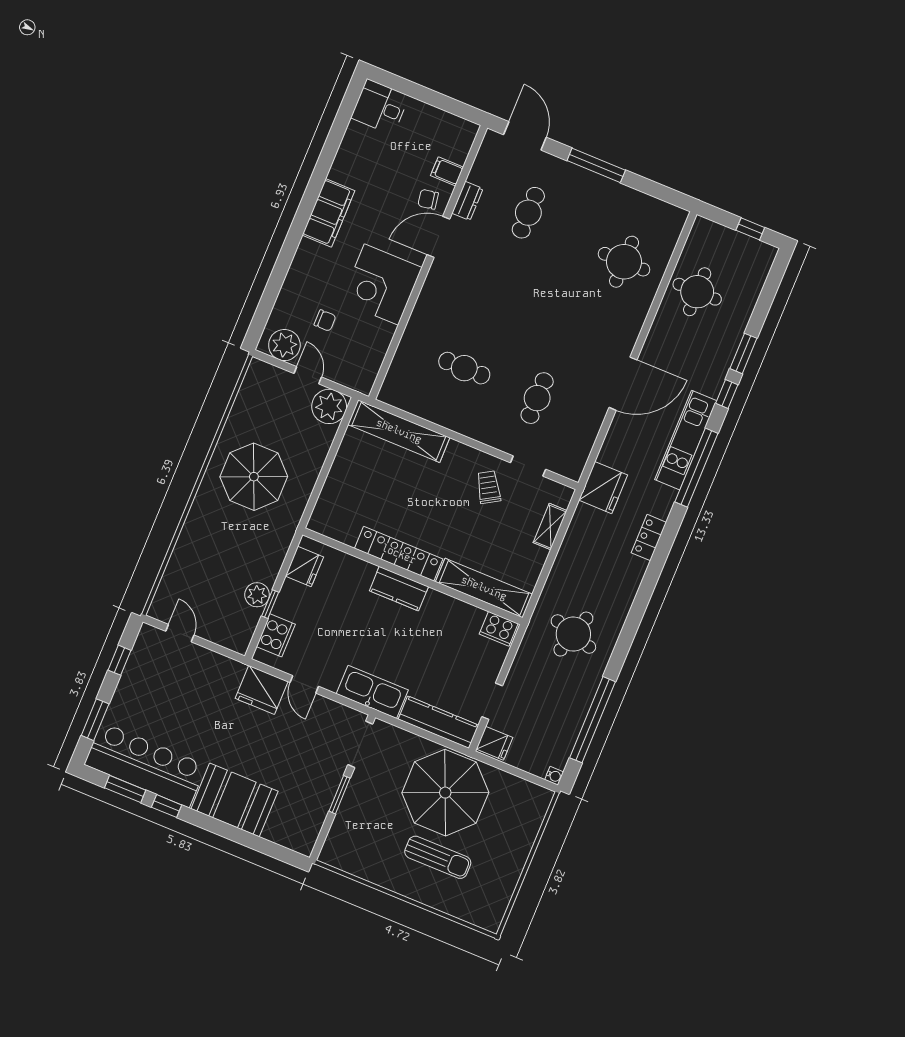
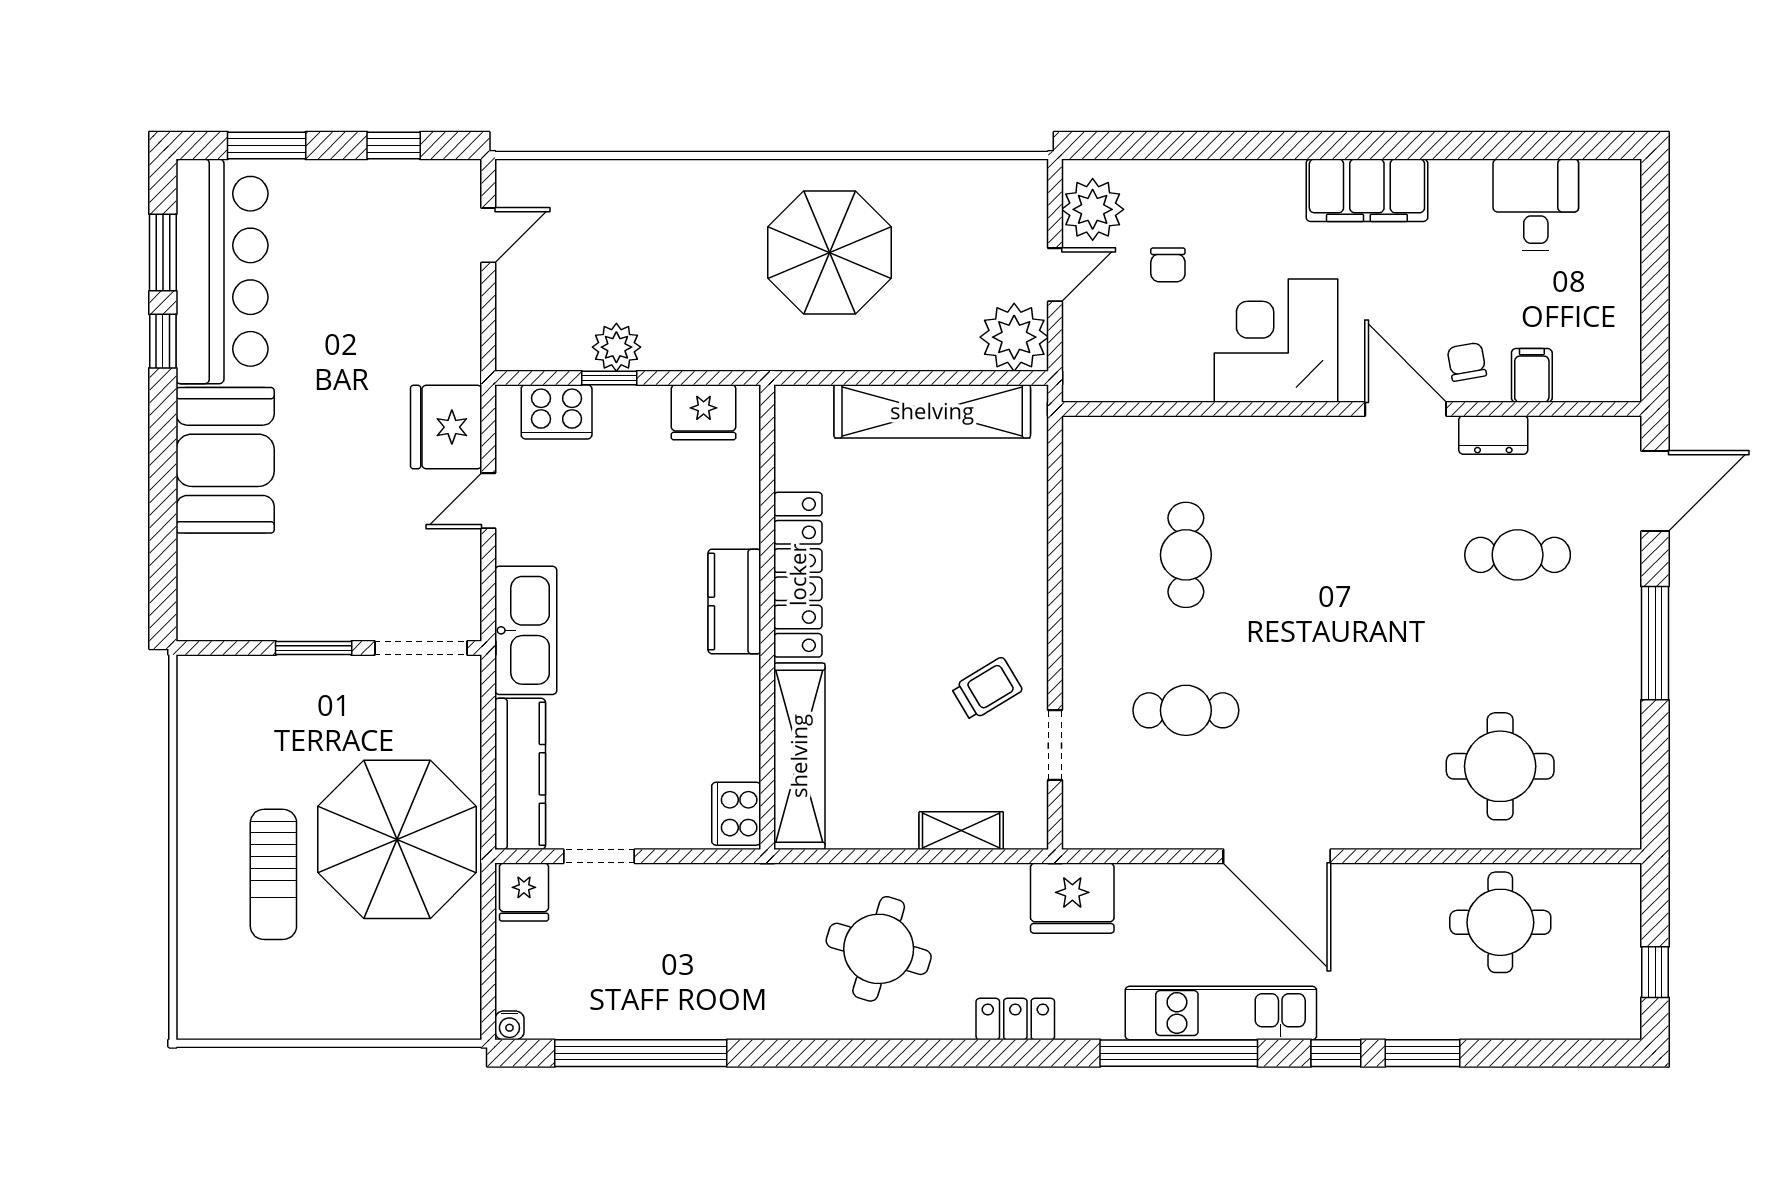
desk: (380, 107) -> (1536, 205), moved
shelving: (399, 431) -> (932, 411), moved, turned 90
round table: (573, 634) -> (879, 949), moved

